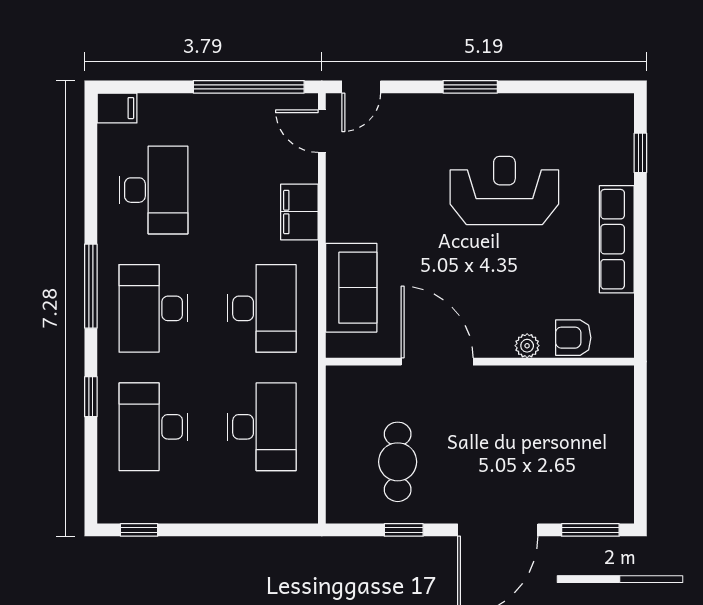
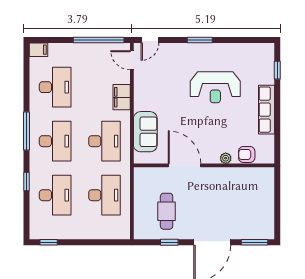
reception desk: (504, 190) -> (215, 87), turned 180
desk: (154, 308) -> (55, 141), turned 180
desk: (154, 427) -> (55, 195), turned 180

